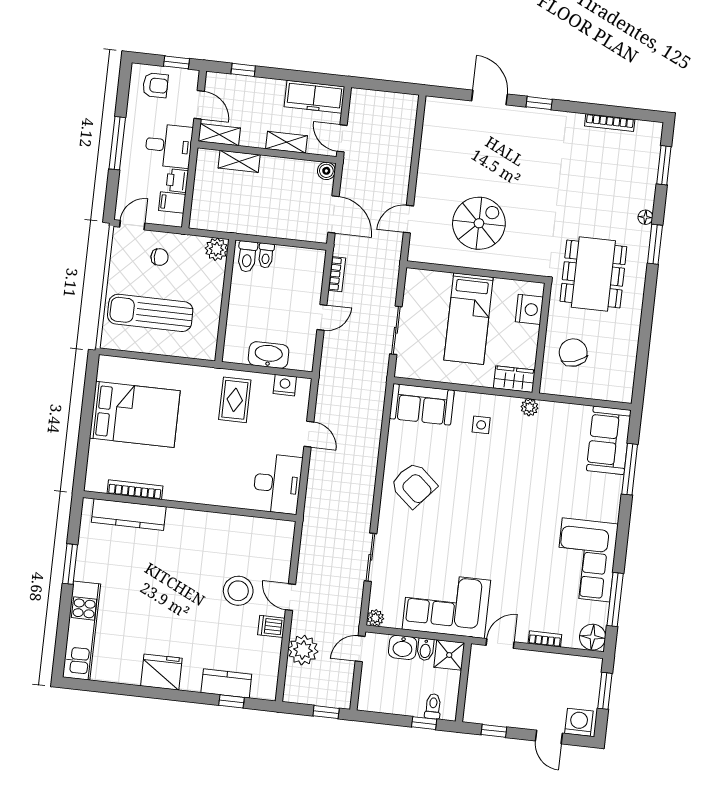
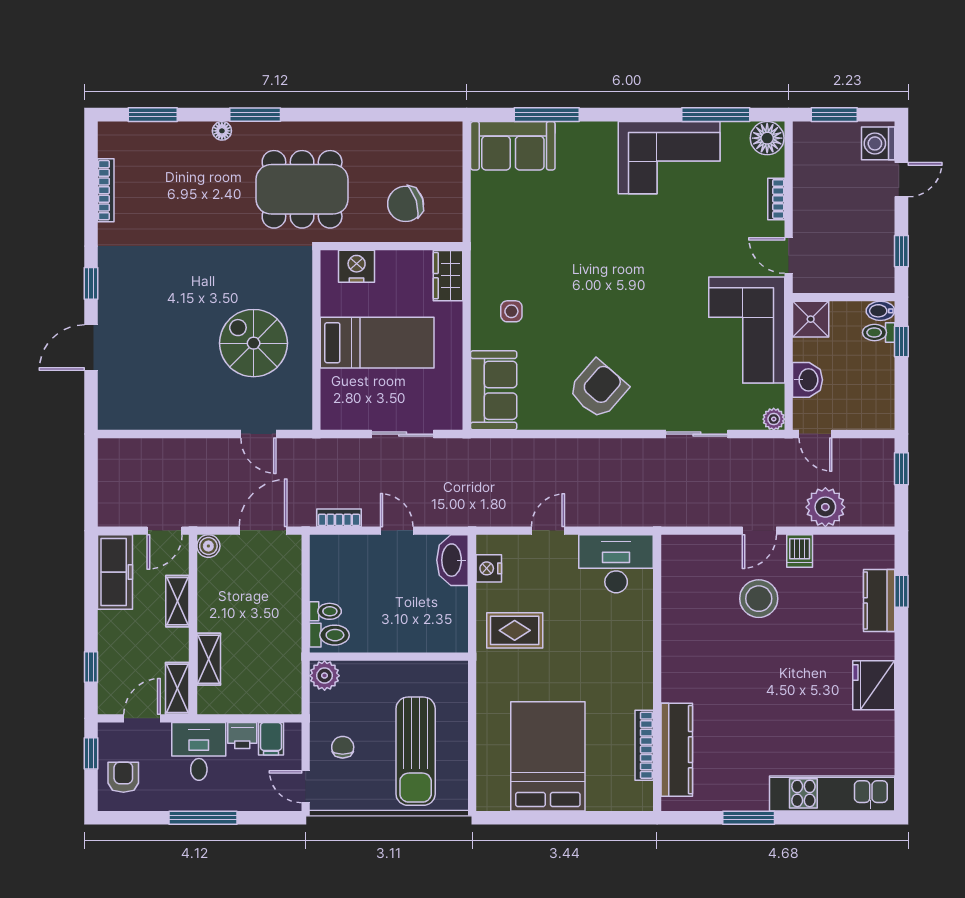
washbasin: (269, 355) -> (452, 560), moved
plant: (529, 407) -> (482, 252), removed
bidet: (425, 649) -> (880, 311), moved, turned 180

